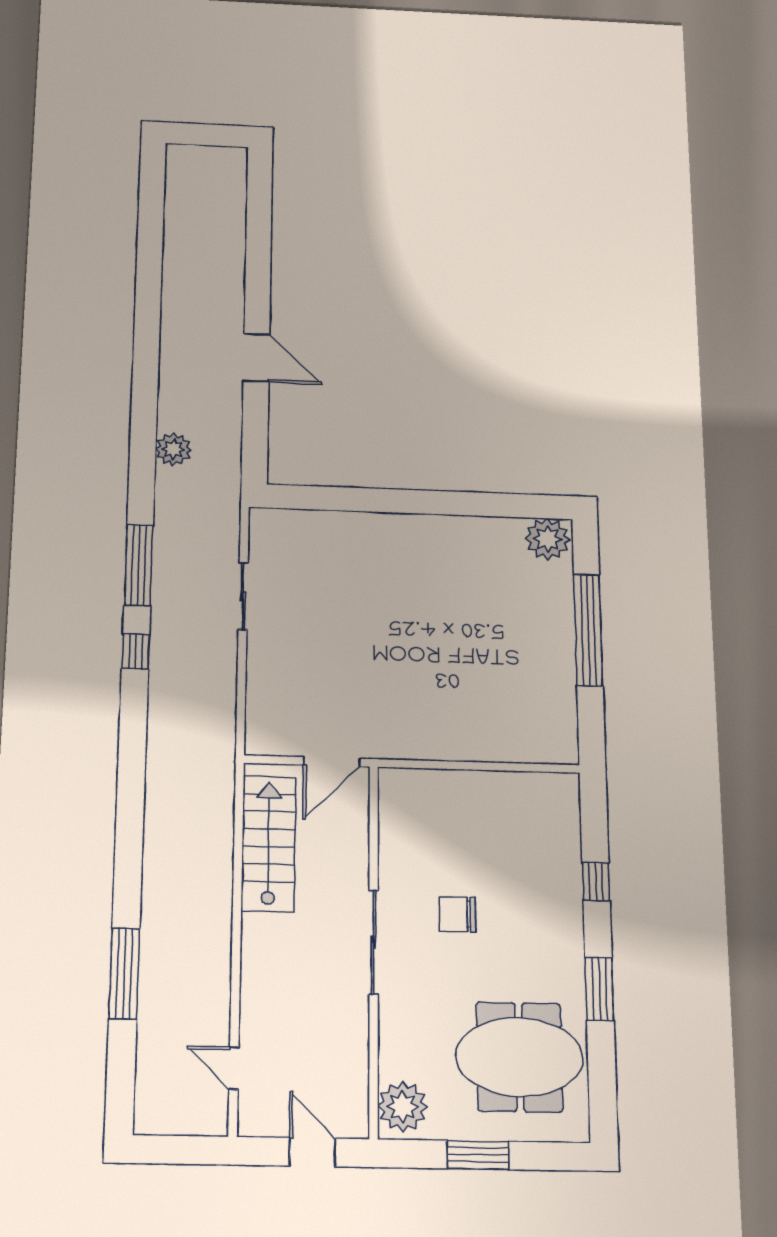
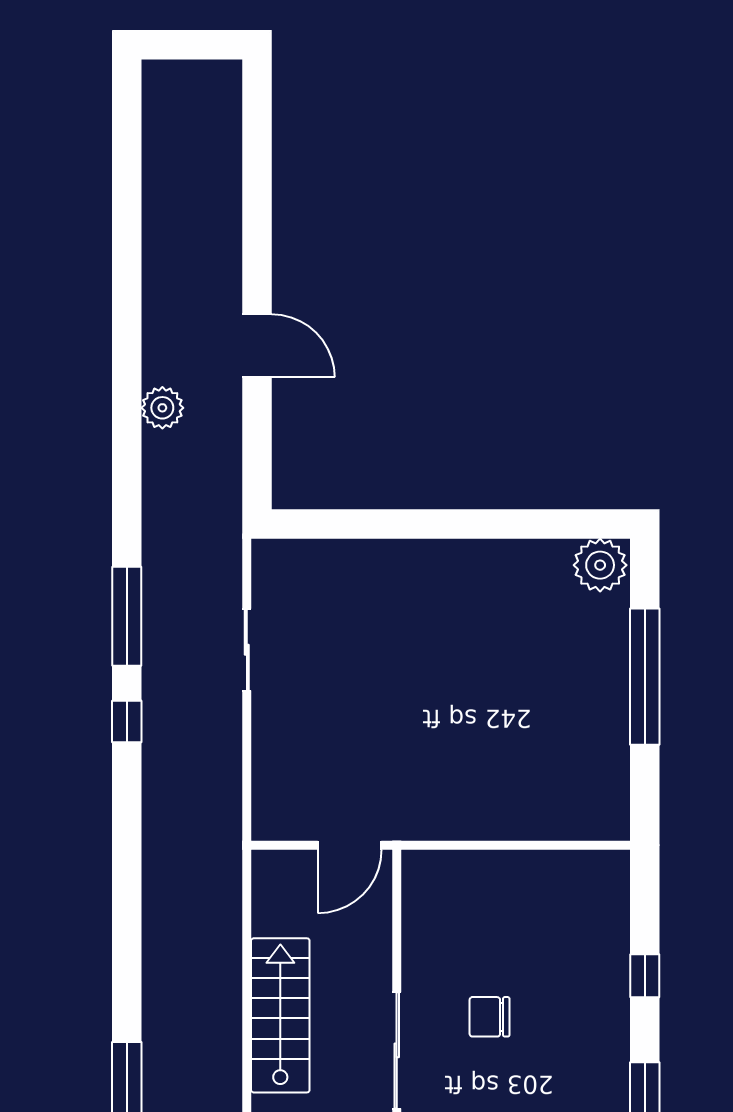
plant: (173, 449) -> (162, 408), moved
stairs: (269, 844) -> (280, 1015), moved

